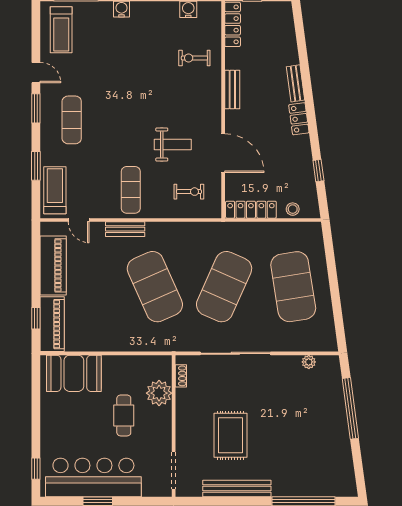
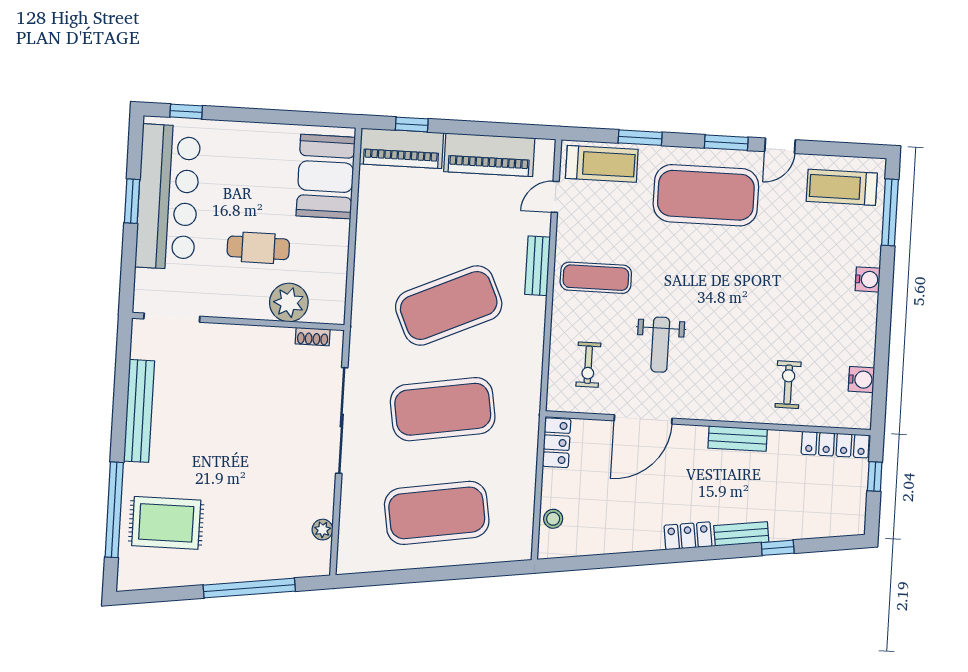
exercise mat: (72, 120) -> (706, 195), width x2.00, depth x1.45
window: (318, 171) -> (778, 548), moved
locker: (251, 210) -> (557, 443), width x0.66
exercise mat: (224, 287) -> (443, 409), turned -33
rug: (230, 435) -> (166, 523), moved

